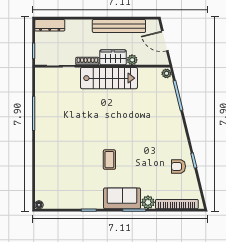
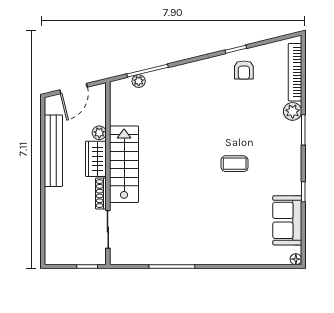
dresser: (50, 25) -> (52, 245), removed
plant: (167, 73) -> (139, 81), moved
sofa: (122, 198) -> (287, 220), moved

